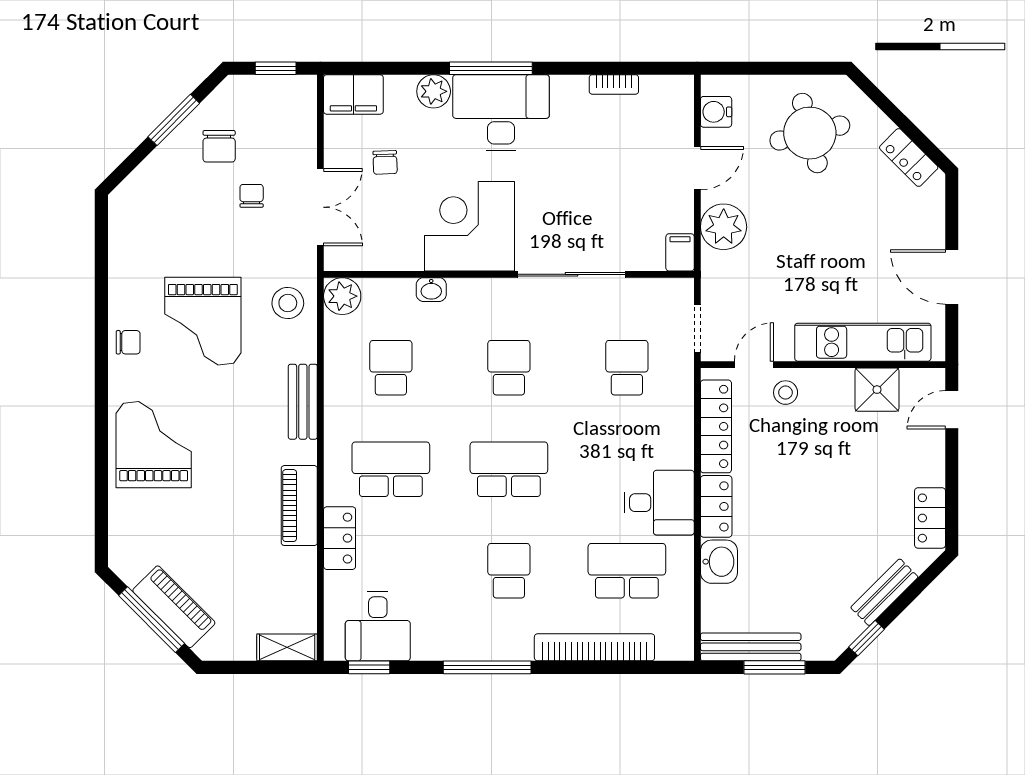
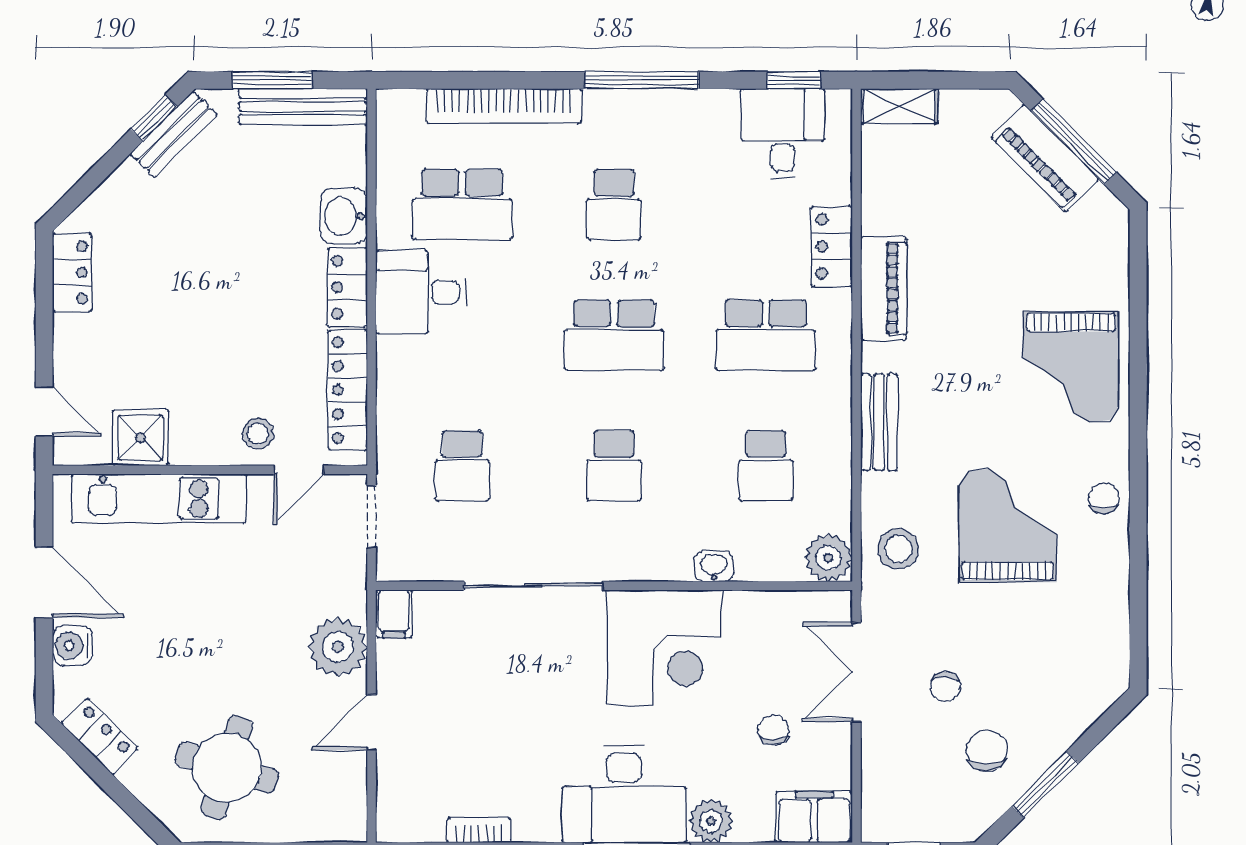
water cooler: (716, 112) -> (72, 646), moved, turned 180
round table: (810, 133) -> (227, 768), turned 31
chair: (128, 342) -> (1104, 498), turned 90
door: (952, 410) -> (44, 412), hinge flipped
bench: (884, 592) -> (174, 134), moved

